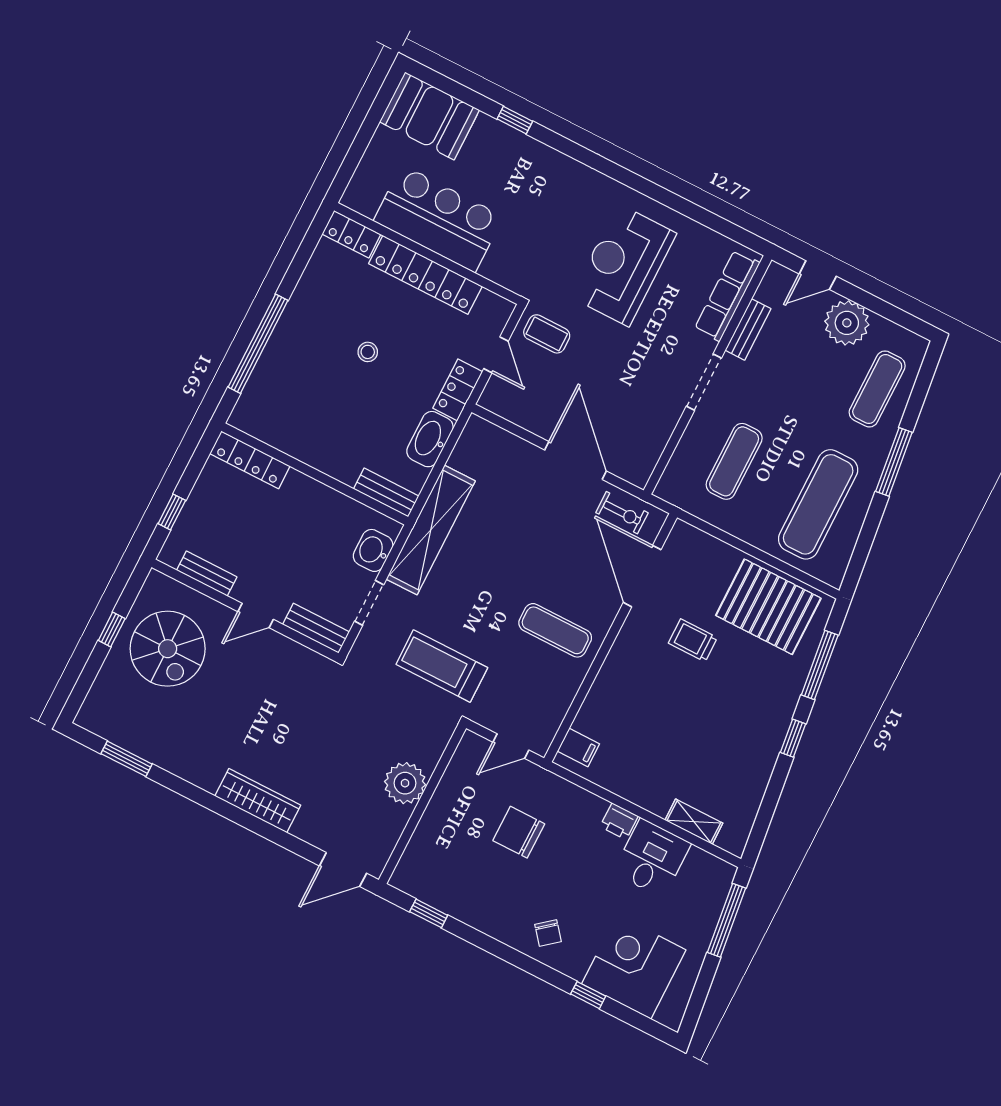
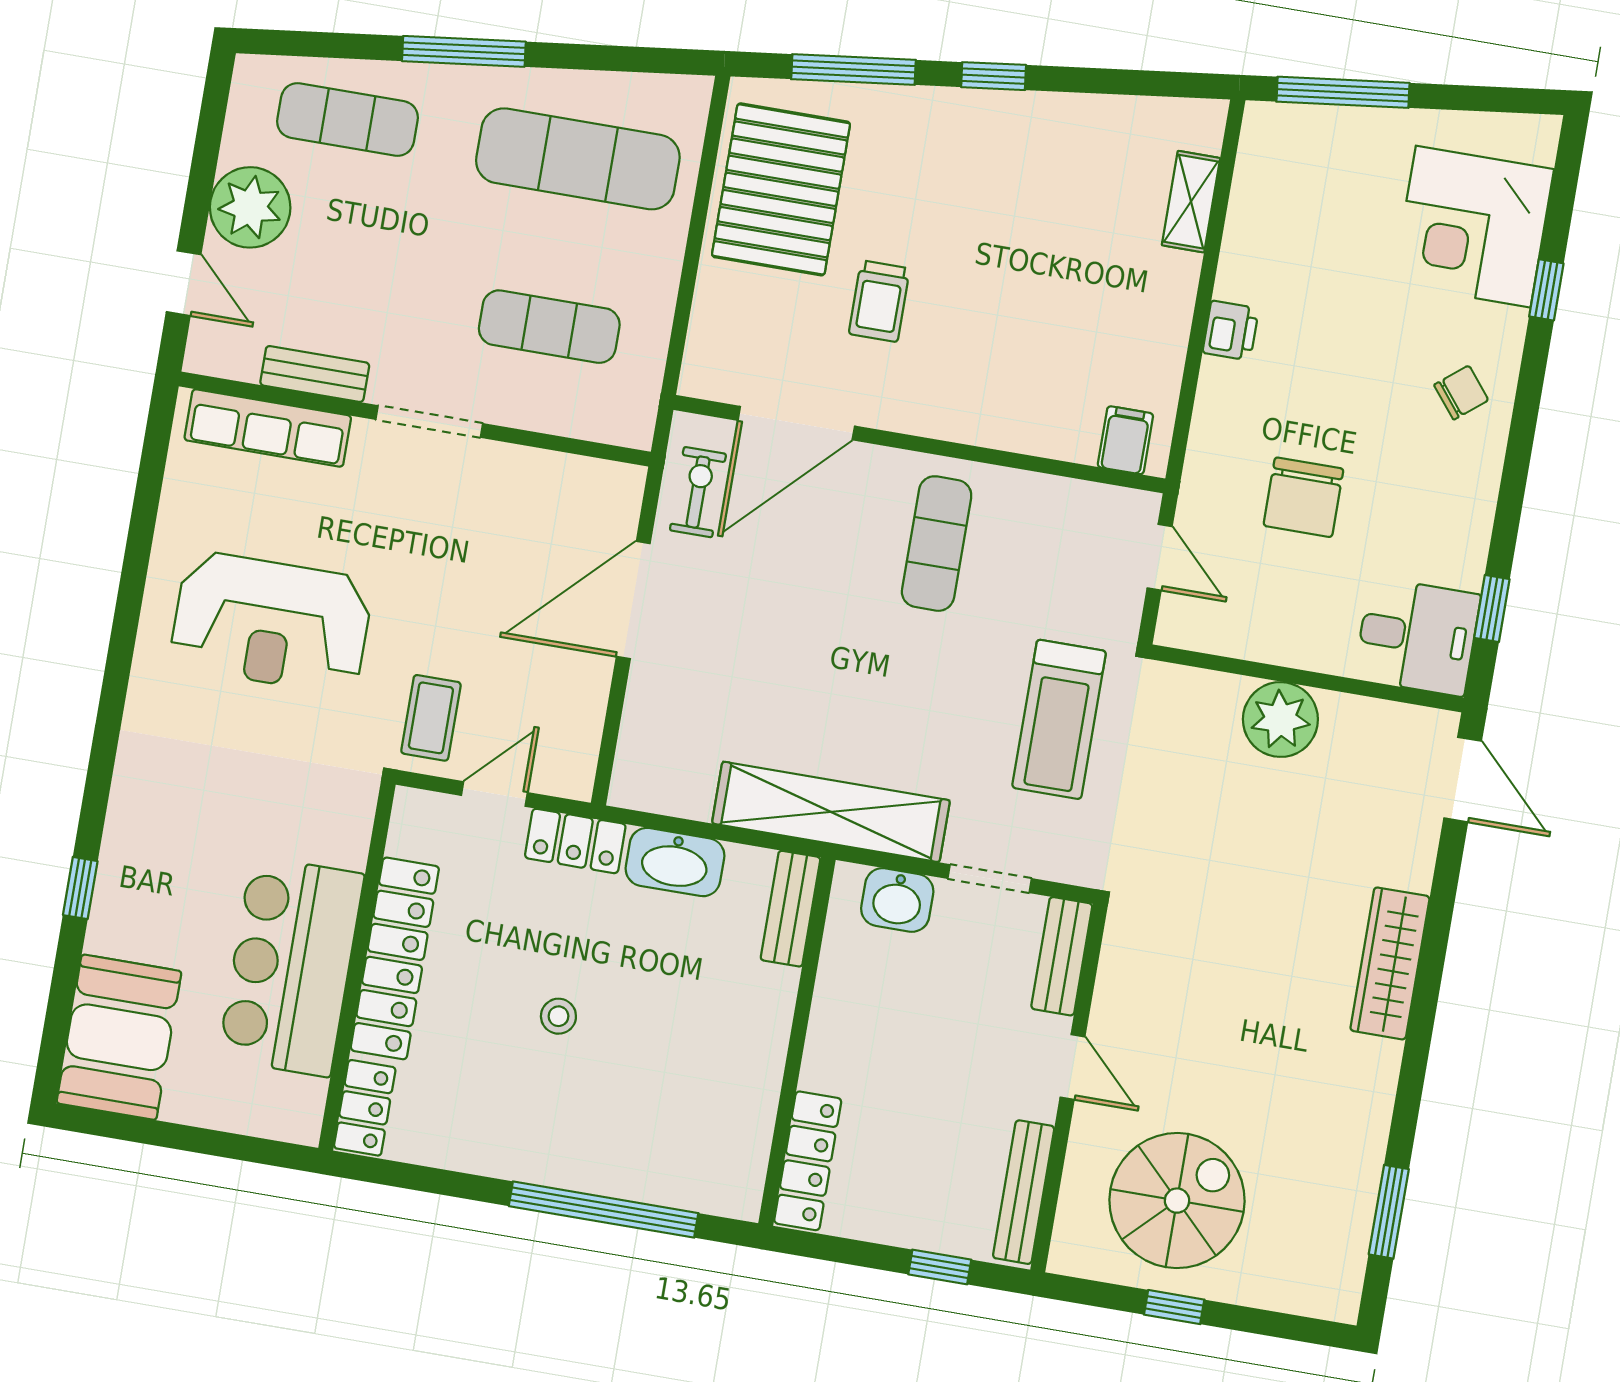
bench: (207, 574) -> (1024, 1192), width x1.36
desk: (652, 858) -> (1417, 637), moved, turned 180

